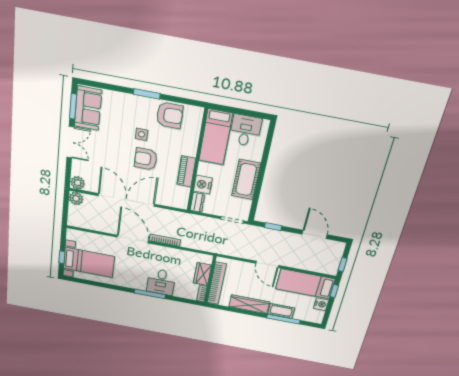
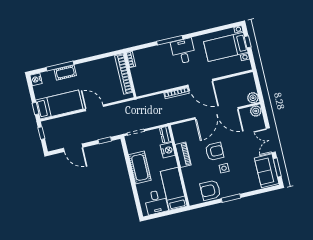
wardrobe: (202, 274) -> (138, 77), removed
desk: (161, 282) -> (183, 51), moved
wardrobe: (249, 304) -> (92, 67), removed
nightstand: (321, 304) -> (36, 79), moved

